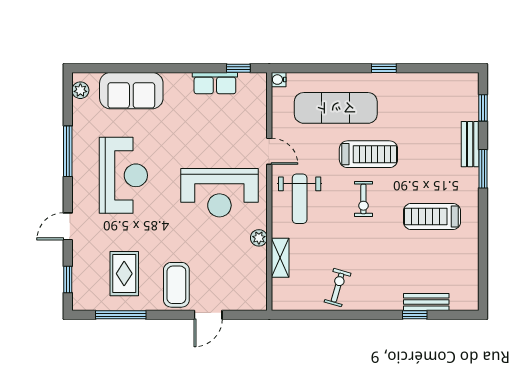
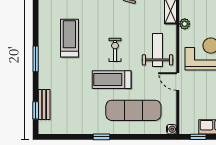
bench: (470, 144) -> (44, 105), moved
window: (483, 169) -> (36, 59), moved
treadmill: (432, 216) -> (69, 38), turned -90

